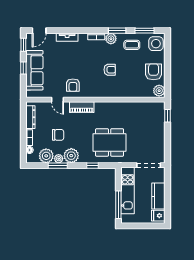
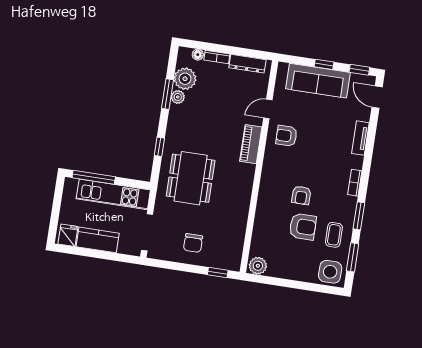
plant: (111, 39) -> (348, 204), removed
armchair: (154, 72) -> (303, 227), moved
chair: (58, 135) -> (193, 243), moved
plant: (71, 156) -> (179, 117), removed

